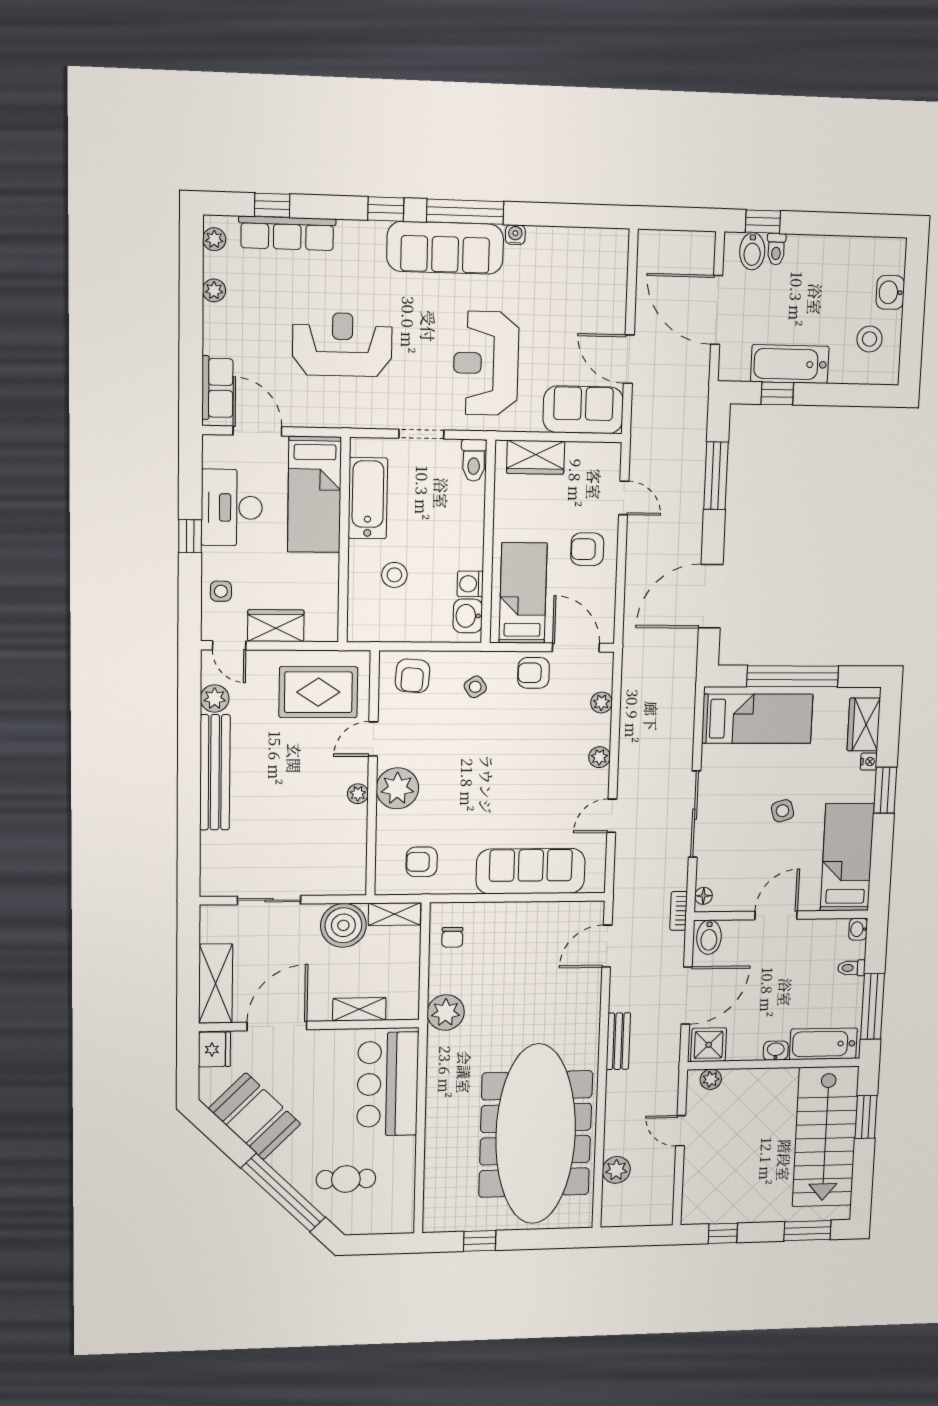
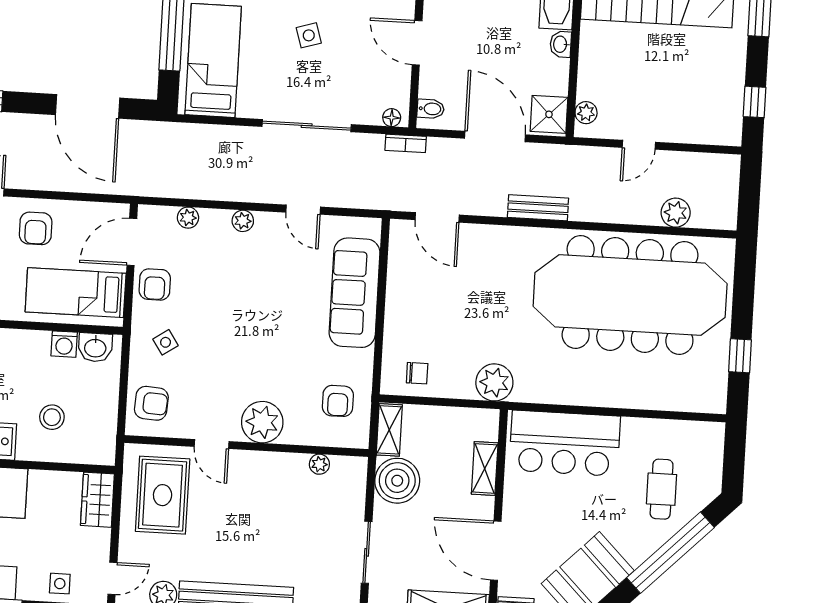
wardrobe: (276, 626) -> (97, 500), moved
plant: (358, 794) -> (319, 464), moved
bidet: (709, 937) -> (431, 109), width x0.72, depth x0.74

